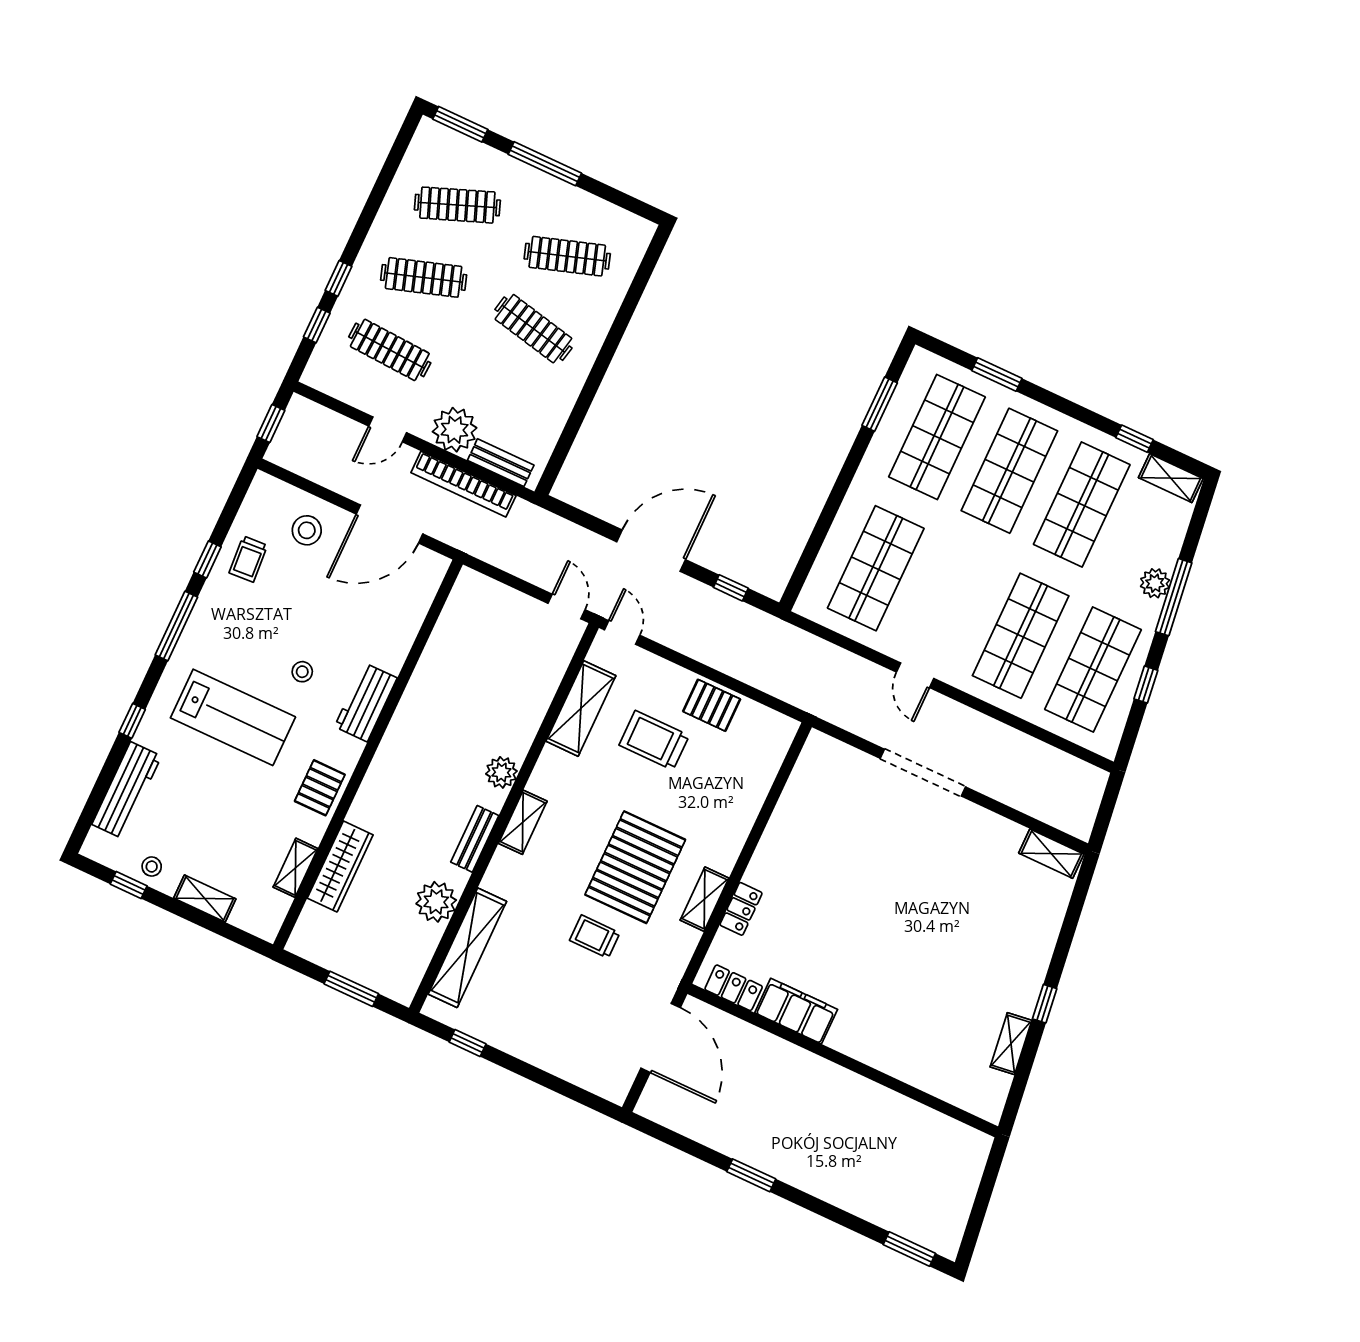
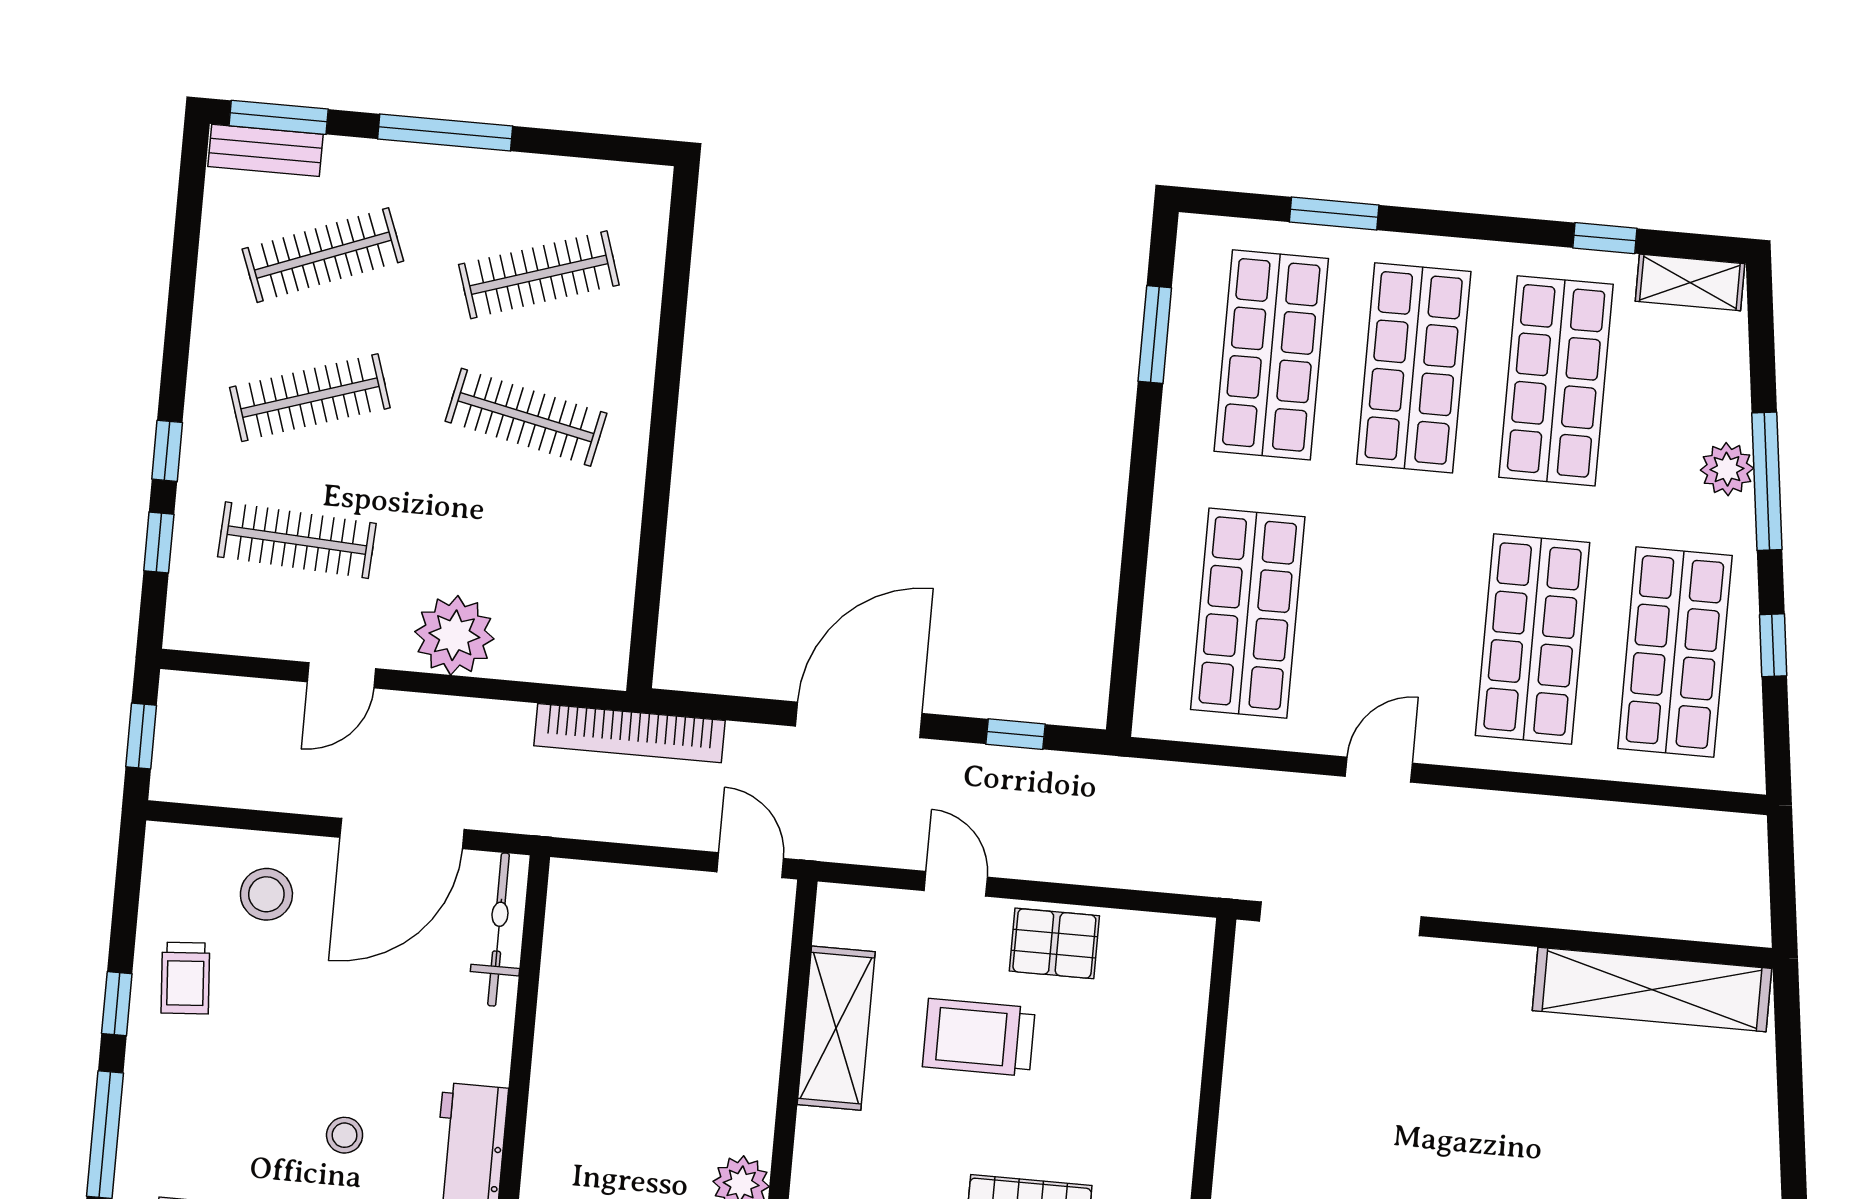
bench: (501, 463) -> (265, 150), moved
bookcase: (463, 484) -> (630, 733), moved
bicycle: (422, 593) -> (499, 930), added
door: (622, 632) -> (956, 884), moved
door: (915, 675) -> (1379, 770), swing flipped
doorway: (923, 773) -> (1340, 919), moved
shelving: (1051, 854) -> (1652, 989), width x2.20, depth x1.33

